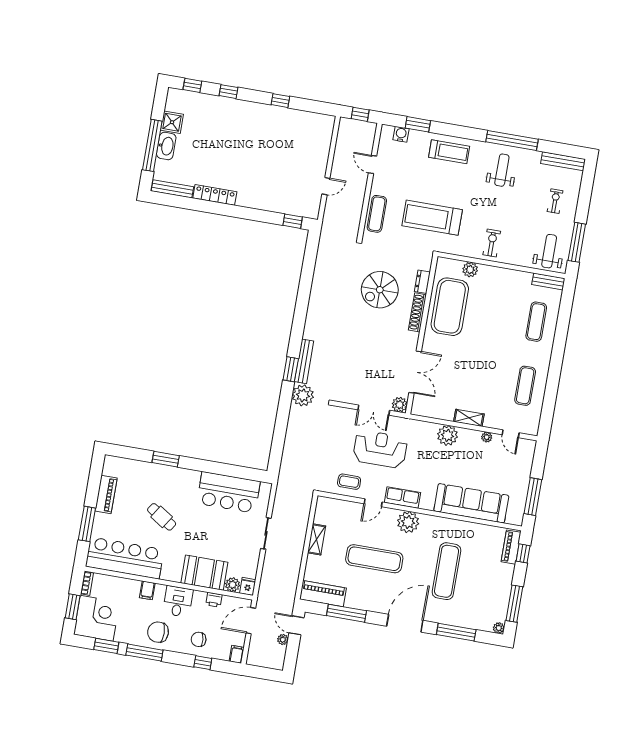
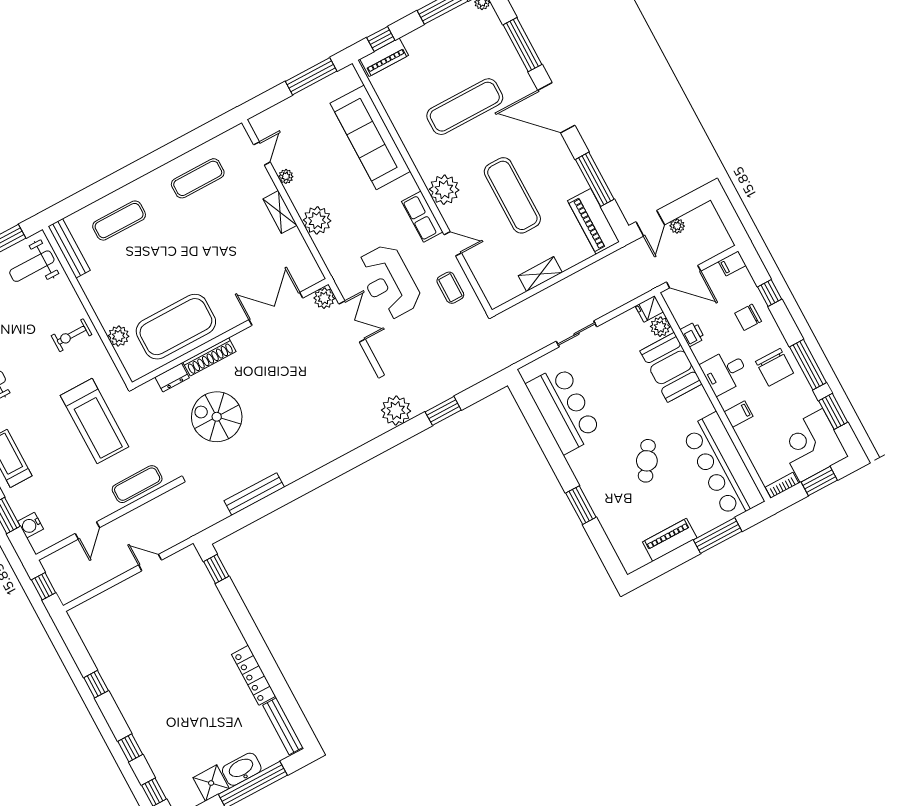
bench: (548, 281) -> (69, 248), width x1.36
spiral stairs: (380, 290) -> (217, 417), turned 180
bench: (304, 361) -> (254, 494), moved
window: (291, 369) -> (443, 411), moved
chair: (199, 639) -> (748, 317), turned 96

